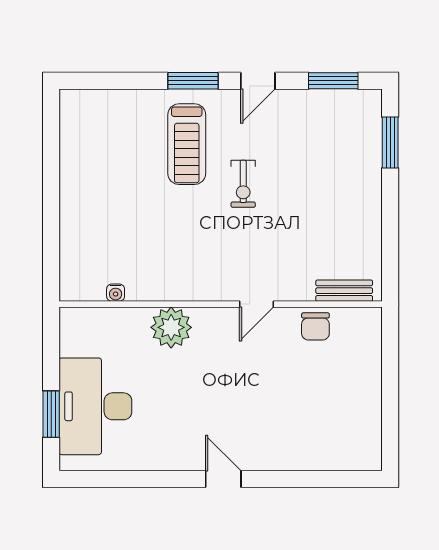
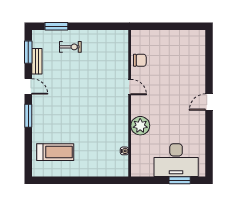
treadmill: (187, 144) -> (55, 152), moved
exercise bike: (243, 184) -> (70, 47), moved
bench: (344, 291) -> (37, 61), moved

